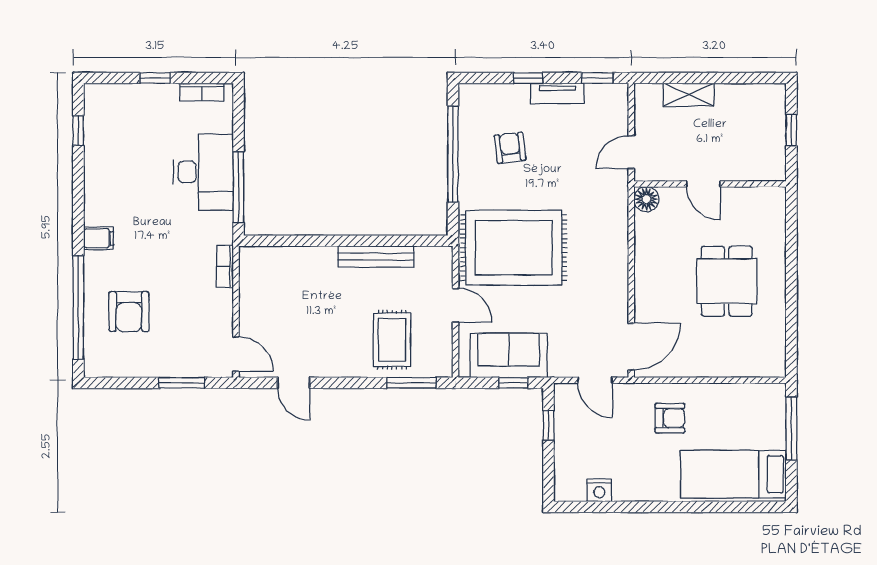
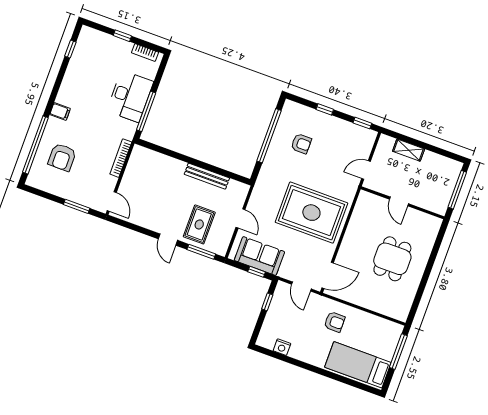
tv unit: (557, 93) -> (338, 123), removed
window: (791, 130) -> (457, 190), width x2.17
armchair: (510, 148) -> (301, 144), turned 97
floor lamp: (646, 199) -> (365, 198), removed
rug: (514, 248) -> (311, 213), moved
bookcase: (225, 266) -> (121, 158), width x1.56
door: (294, 383) -> (168, 240), moved

